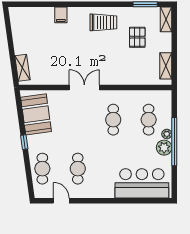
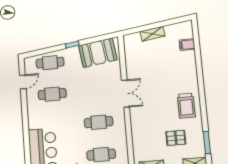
filing cabinet: (61, 15) -> (187, 45), moved
shelving: (22, 68) -> (152, 34), moved

